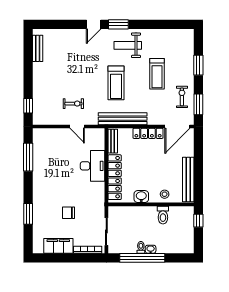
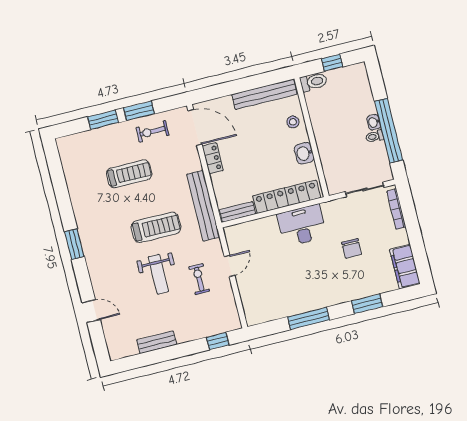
door: (94, 24) -> (91, 311), moved
weight bench: (128, 45) -> (158, 274), moved
bench: (38, 48) -> (157, 342), moved
window: (198, 104) -> (139, 111), moved
locker: (148, 133) -> (213, 158), width x0.66
window: (28, 157) -> (309, 318), moved
desk: (93, 166) -> (302, 225), moved
toilet: (163, 215) -> (314, 82), moved
window: (198, 221) -> (332, 63), moved
filing cabinet: (58, 246) -> (405, 267), moved

